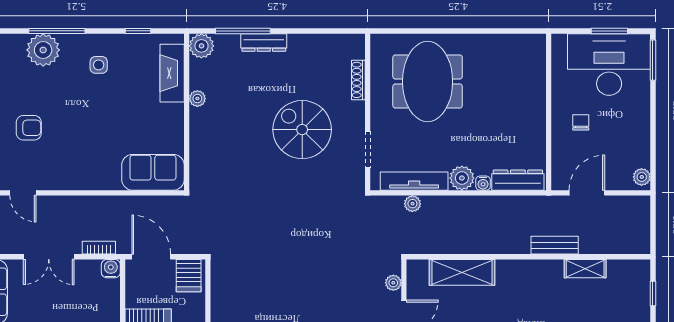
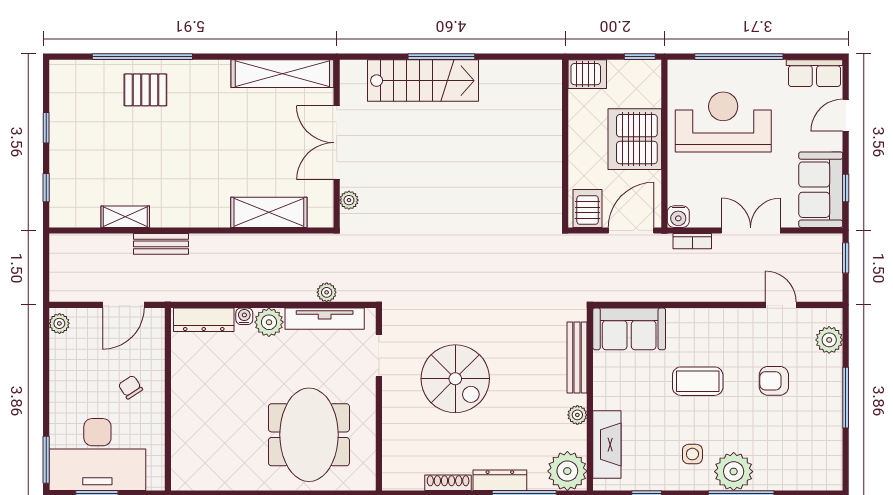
plant: (201, 46) -> (567, 471), width x1.36, depth x1.36
plant: (43, 50) -> (734, 472), moved
shoe rack: (358, 80) -> (448, 483), moved, turned -90
chair: (581, 122) -> (130, 387), turned 147
coffee table: (94, 127) -> (698, 381), added
bench: (198, 148) -> (577, 357), added
door: (151, 257) -> (631, 230), swing flipped

